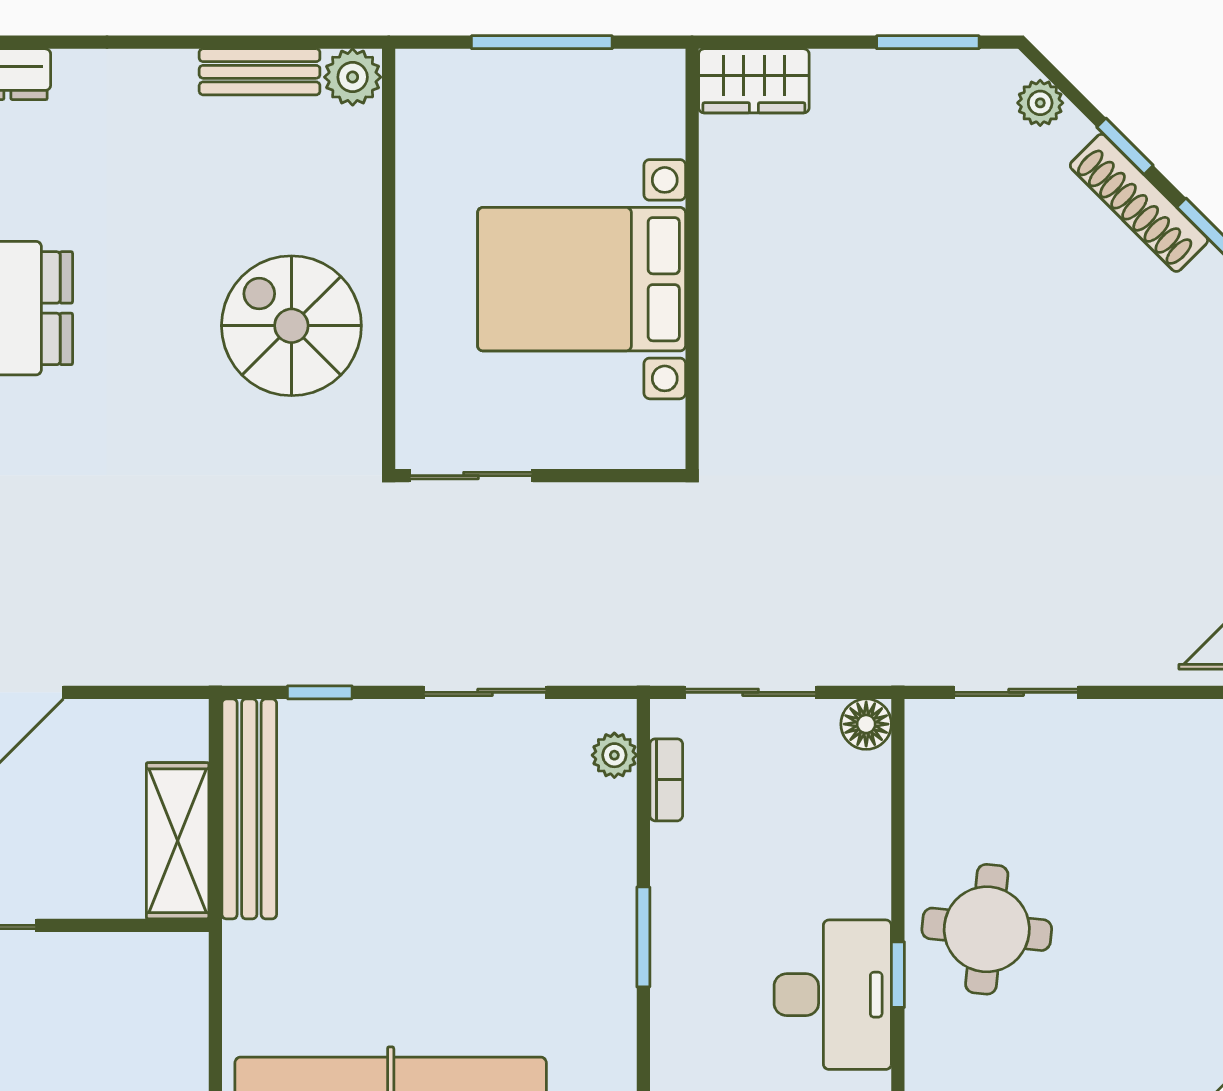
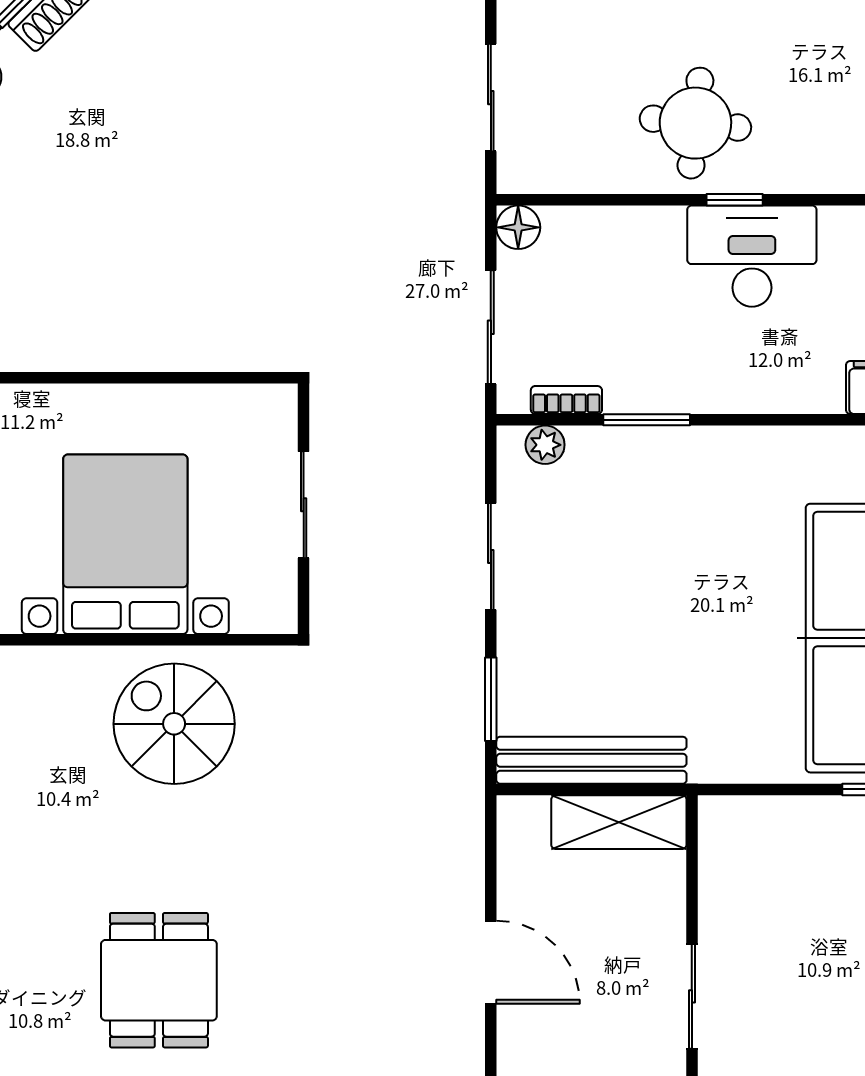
bed with nightstands: (582, 279) -> (125, 544), moved, turned 180
spiral stairs: (291, 326) -> (174, 724), turned 90
sliding door: (471, 476) -> (304, 505), moved
window: (320, 692) -> (491, 699), width x1.50
window: (643, 937) -> (647, 420), moved

